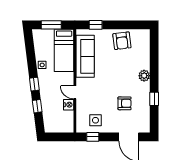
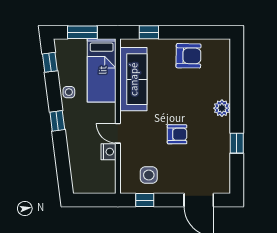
armchair: (122, 41) -> (188, 56), turned -82
armchair: (125, 103) -> (177, 134), moved
window: (37, 106) -> (50, 62), moved

